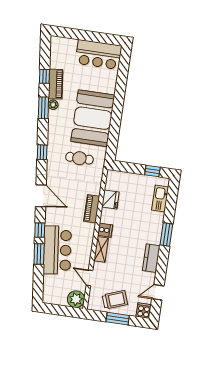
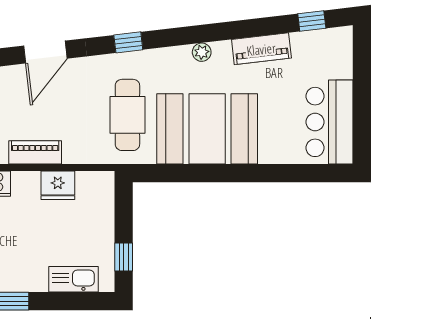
window: (44, 76) -> (312, 21), moved
plant: (53, 105) -> (202, 52), moved
window: (43, 108) -> (213, 32), removed
cafe table: (79, 158) -> (127, 115), width x1.37, depth x1.35

